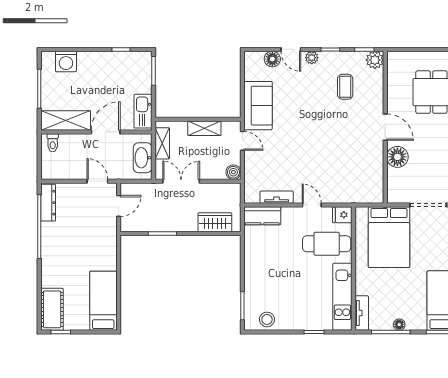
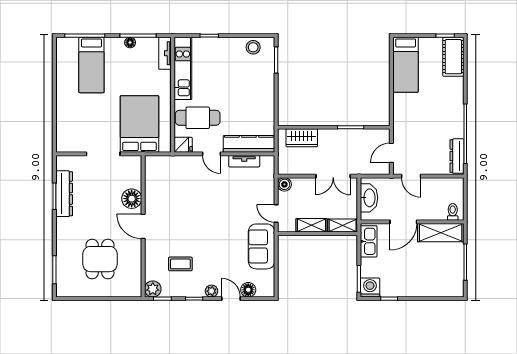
washing machine: (66, 61) -> (370, 288), moved
coffee table: (345, 87) -> (180, 264), turned 90
shelving: (162, 143) -> (343, 226), moved, turned 90
kitchen counter: (262, 216) -> (249, 144), width x1.50

